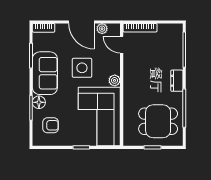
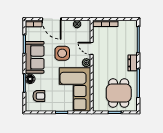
door: (81, 22) -> (52, 19), moved
door: (122, 45) -> (92, 48), moved
dining table: (158, 121) -> (119, 93), turned 90

